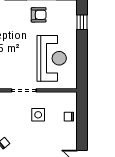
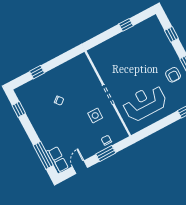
reception desk: (52, 58) -> (145, 103), turned 180
window: (82, 124) -> (106, 154), added

